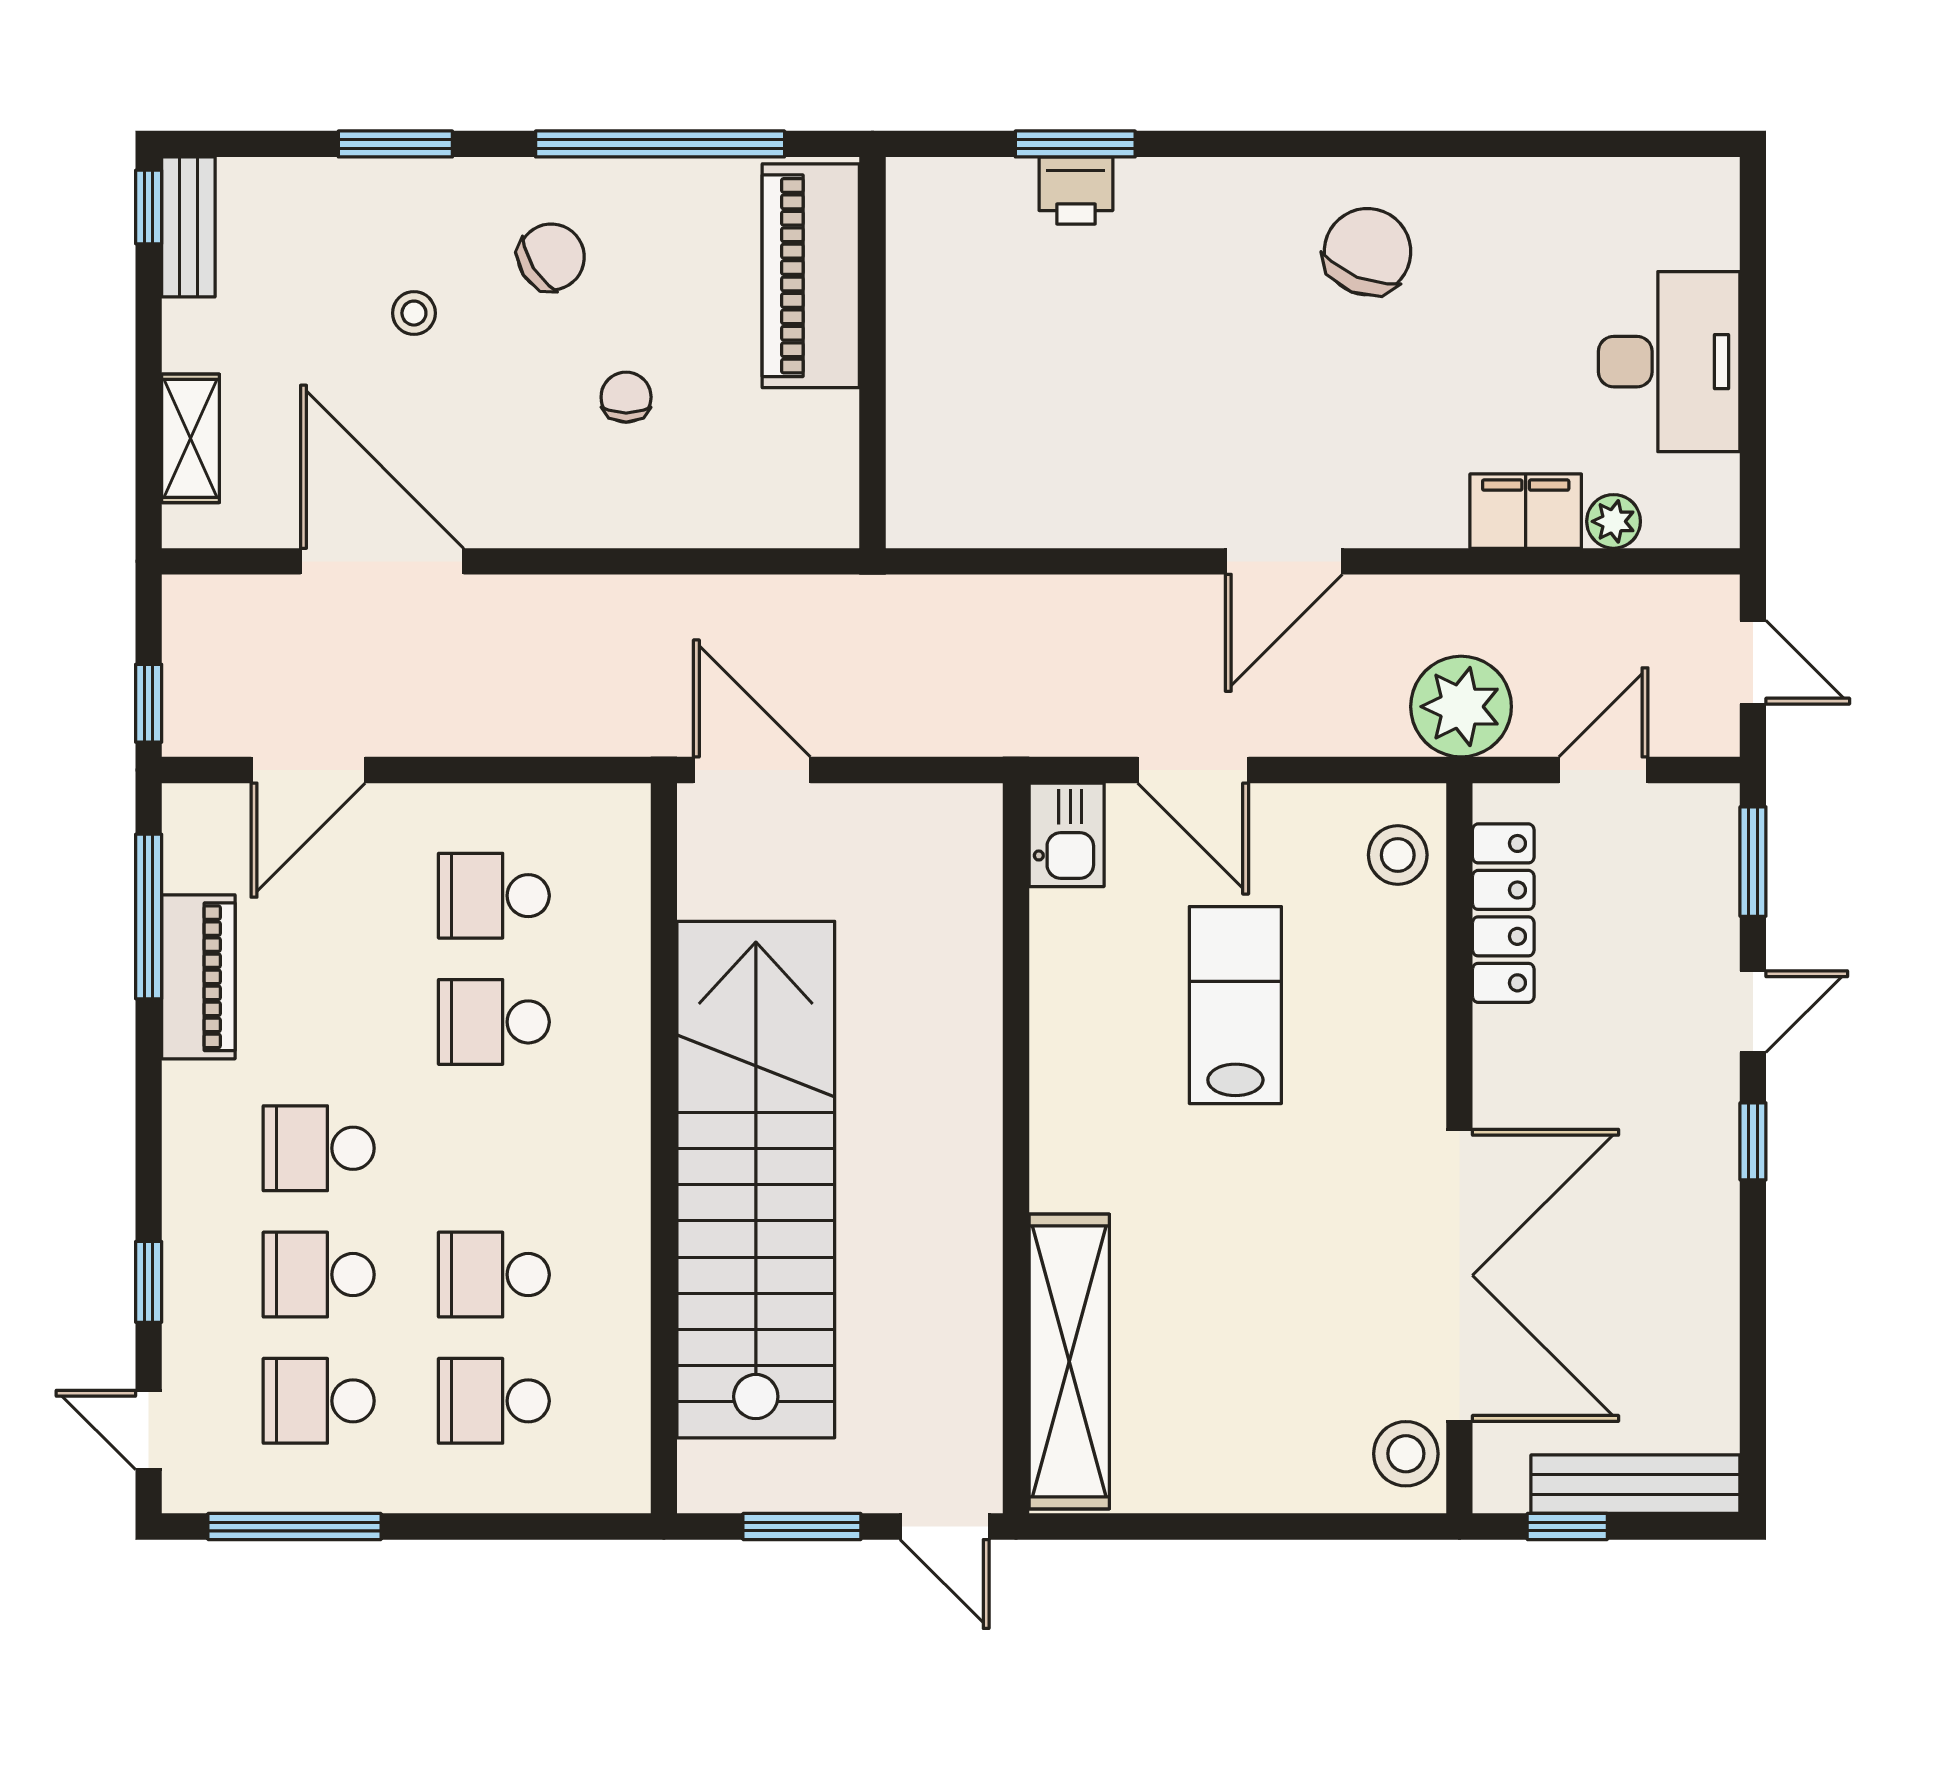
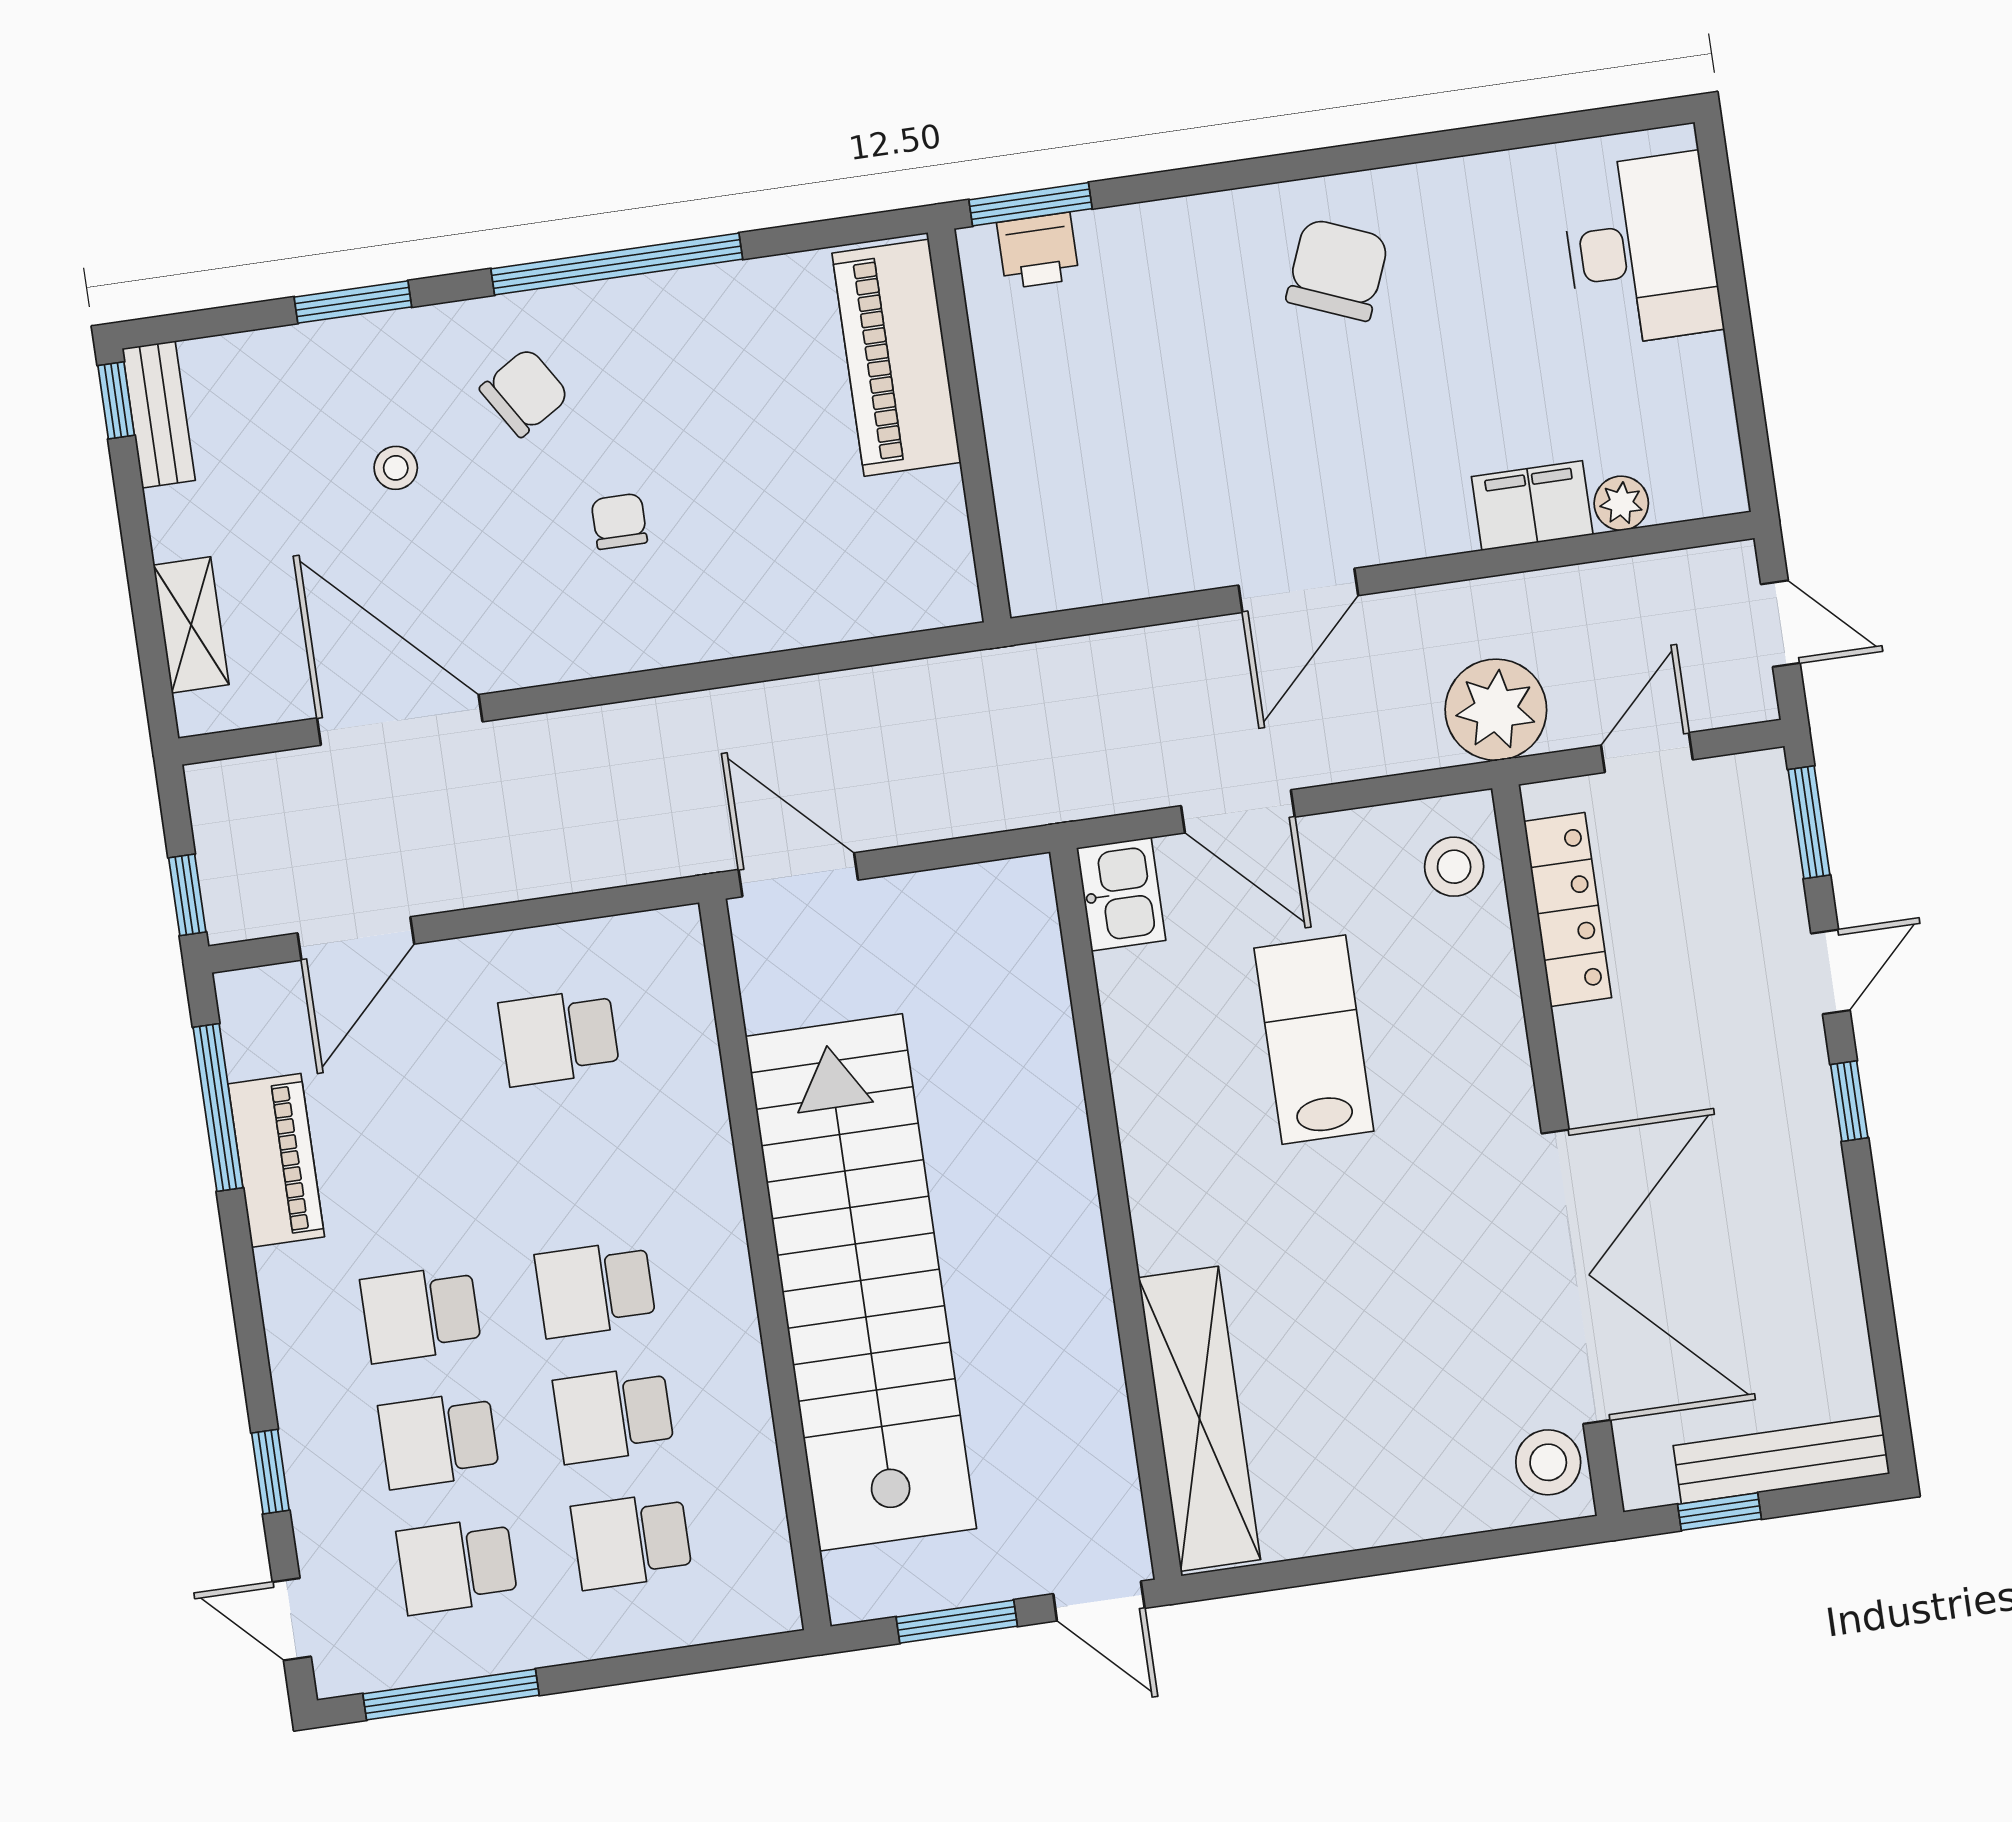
piano: (811, 276) -> (896, 358), moved
wall: (873, 353) -> (969, 426), moved
desk: (1669, 362) -> (1641, 250), moved
school desk: (494, 1022) -> (595, 1289), moved

